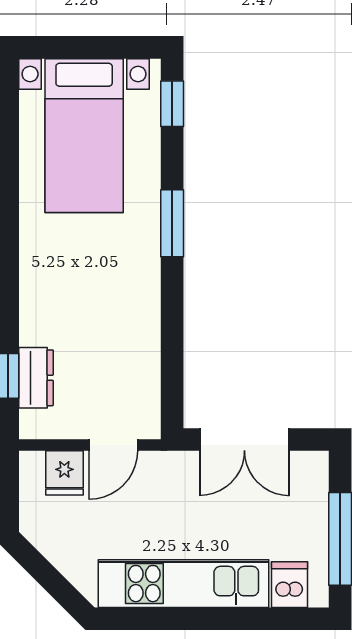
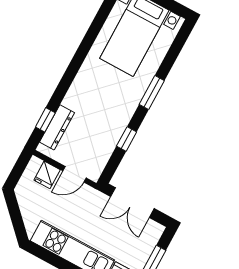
window: (172, 104) -> (127, 139), moved
dresser: (36, 378) -> (57, 127), width x1.44

